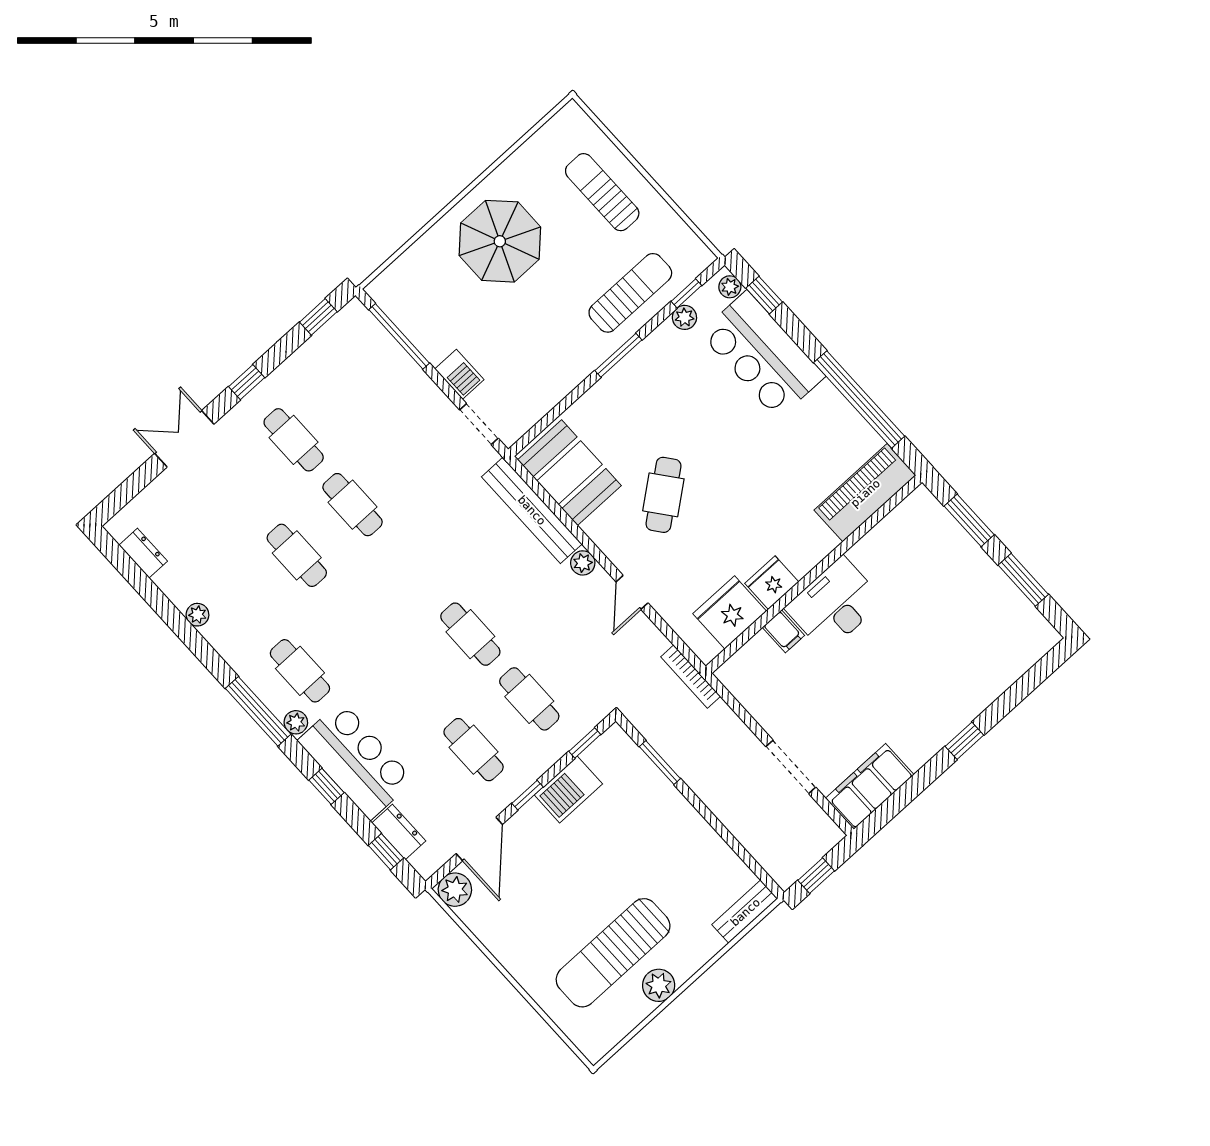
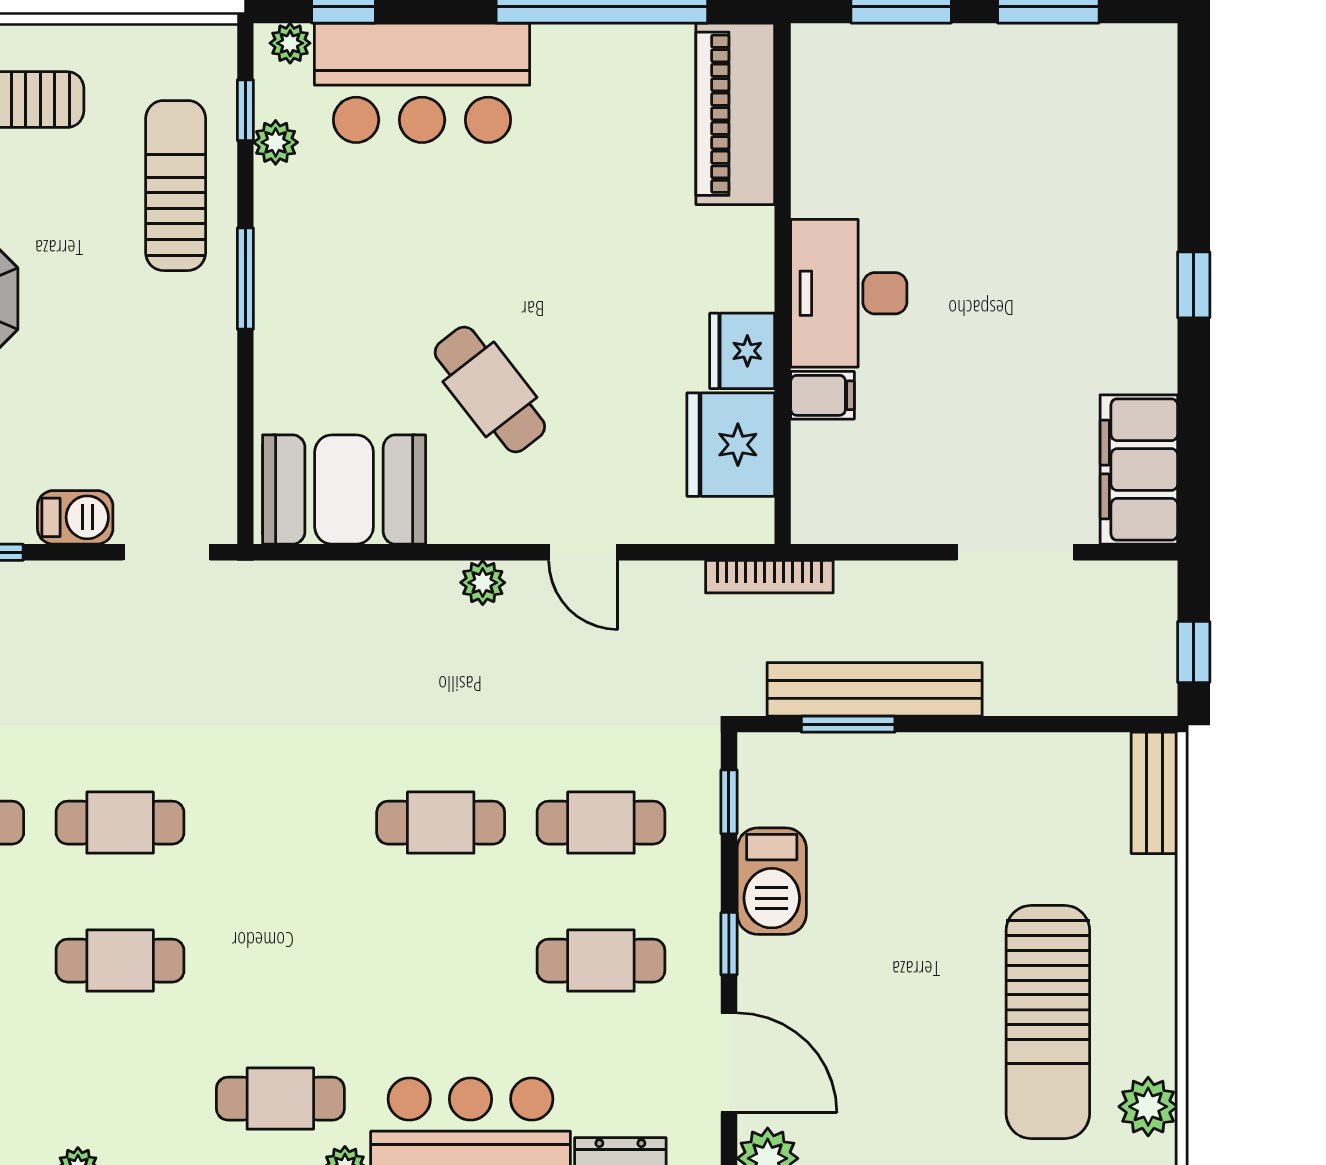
bench: (532, 510) -> (875, 689), moved
plant: (659, 985) -> (1148, 1107), moved

